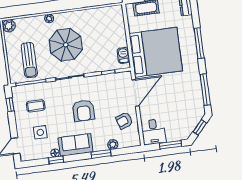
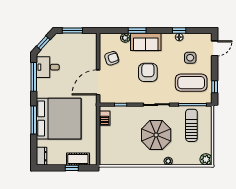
bed: (156, 52) -> (59, 119), moved, turned 180
coffee table: (36, 106) -> (191, 83), width x1.86, depth x1.72
desk: (153, 132) -> (48, 67), moved, turned -90
sofa: (76, 145) -> (146, 42), moved

